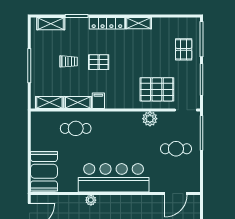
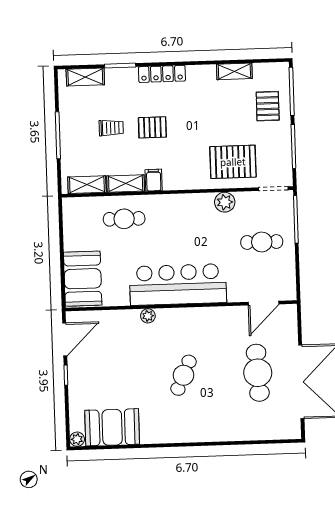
shelving: (138, 23) -> (234, 71), moved

